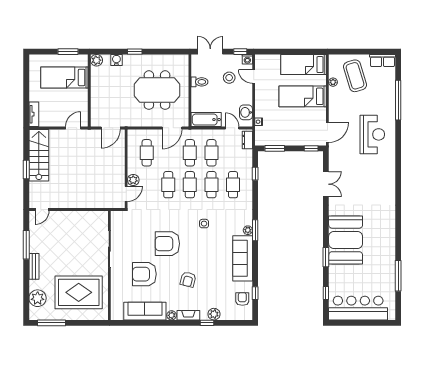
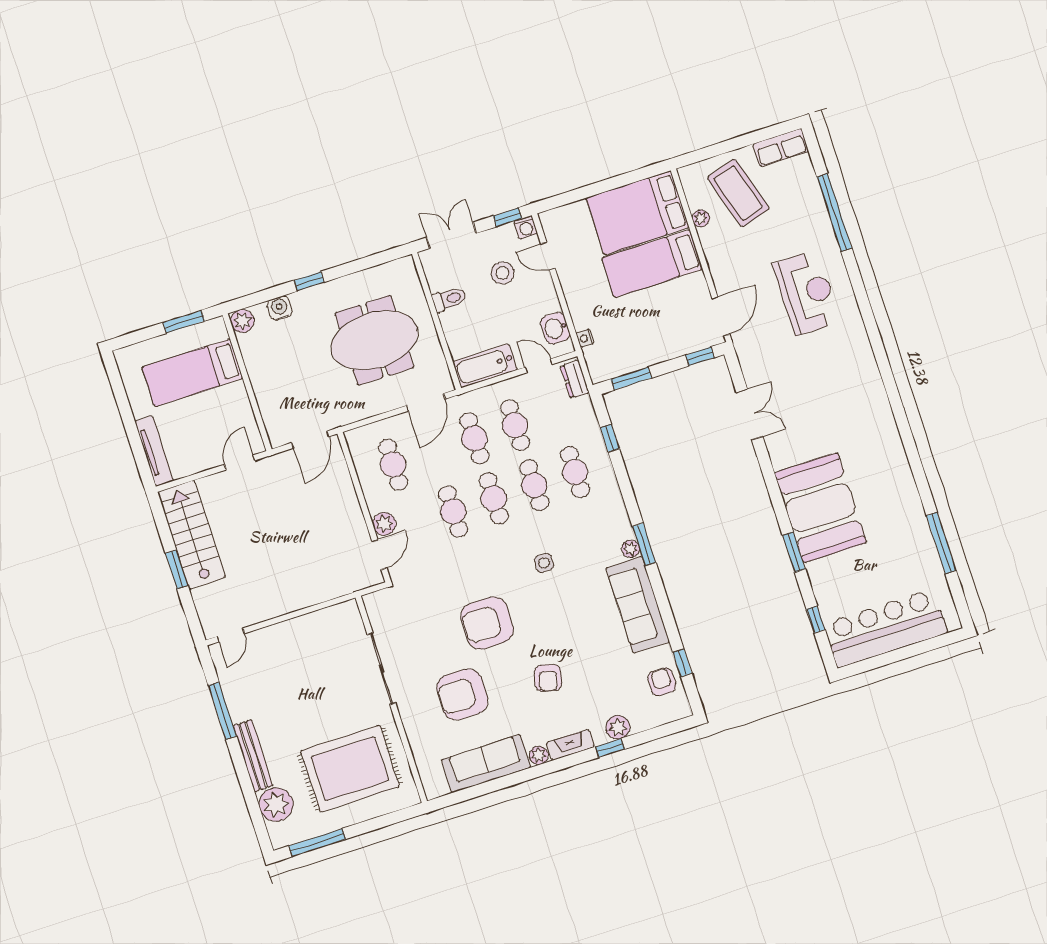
bed: (303, 65) -> (638, 213), width x1.50
tv unit: (34, 114) -> (154, 451), width x1.41
bench: (34, 266) -> (253, 756), width x1.36

